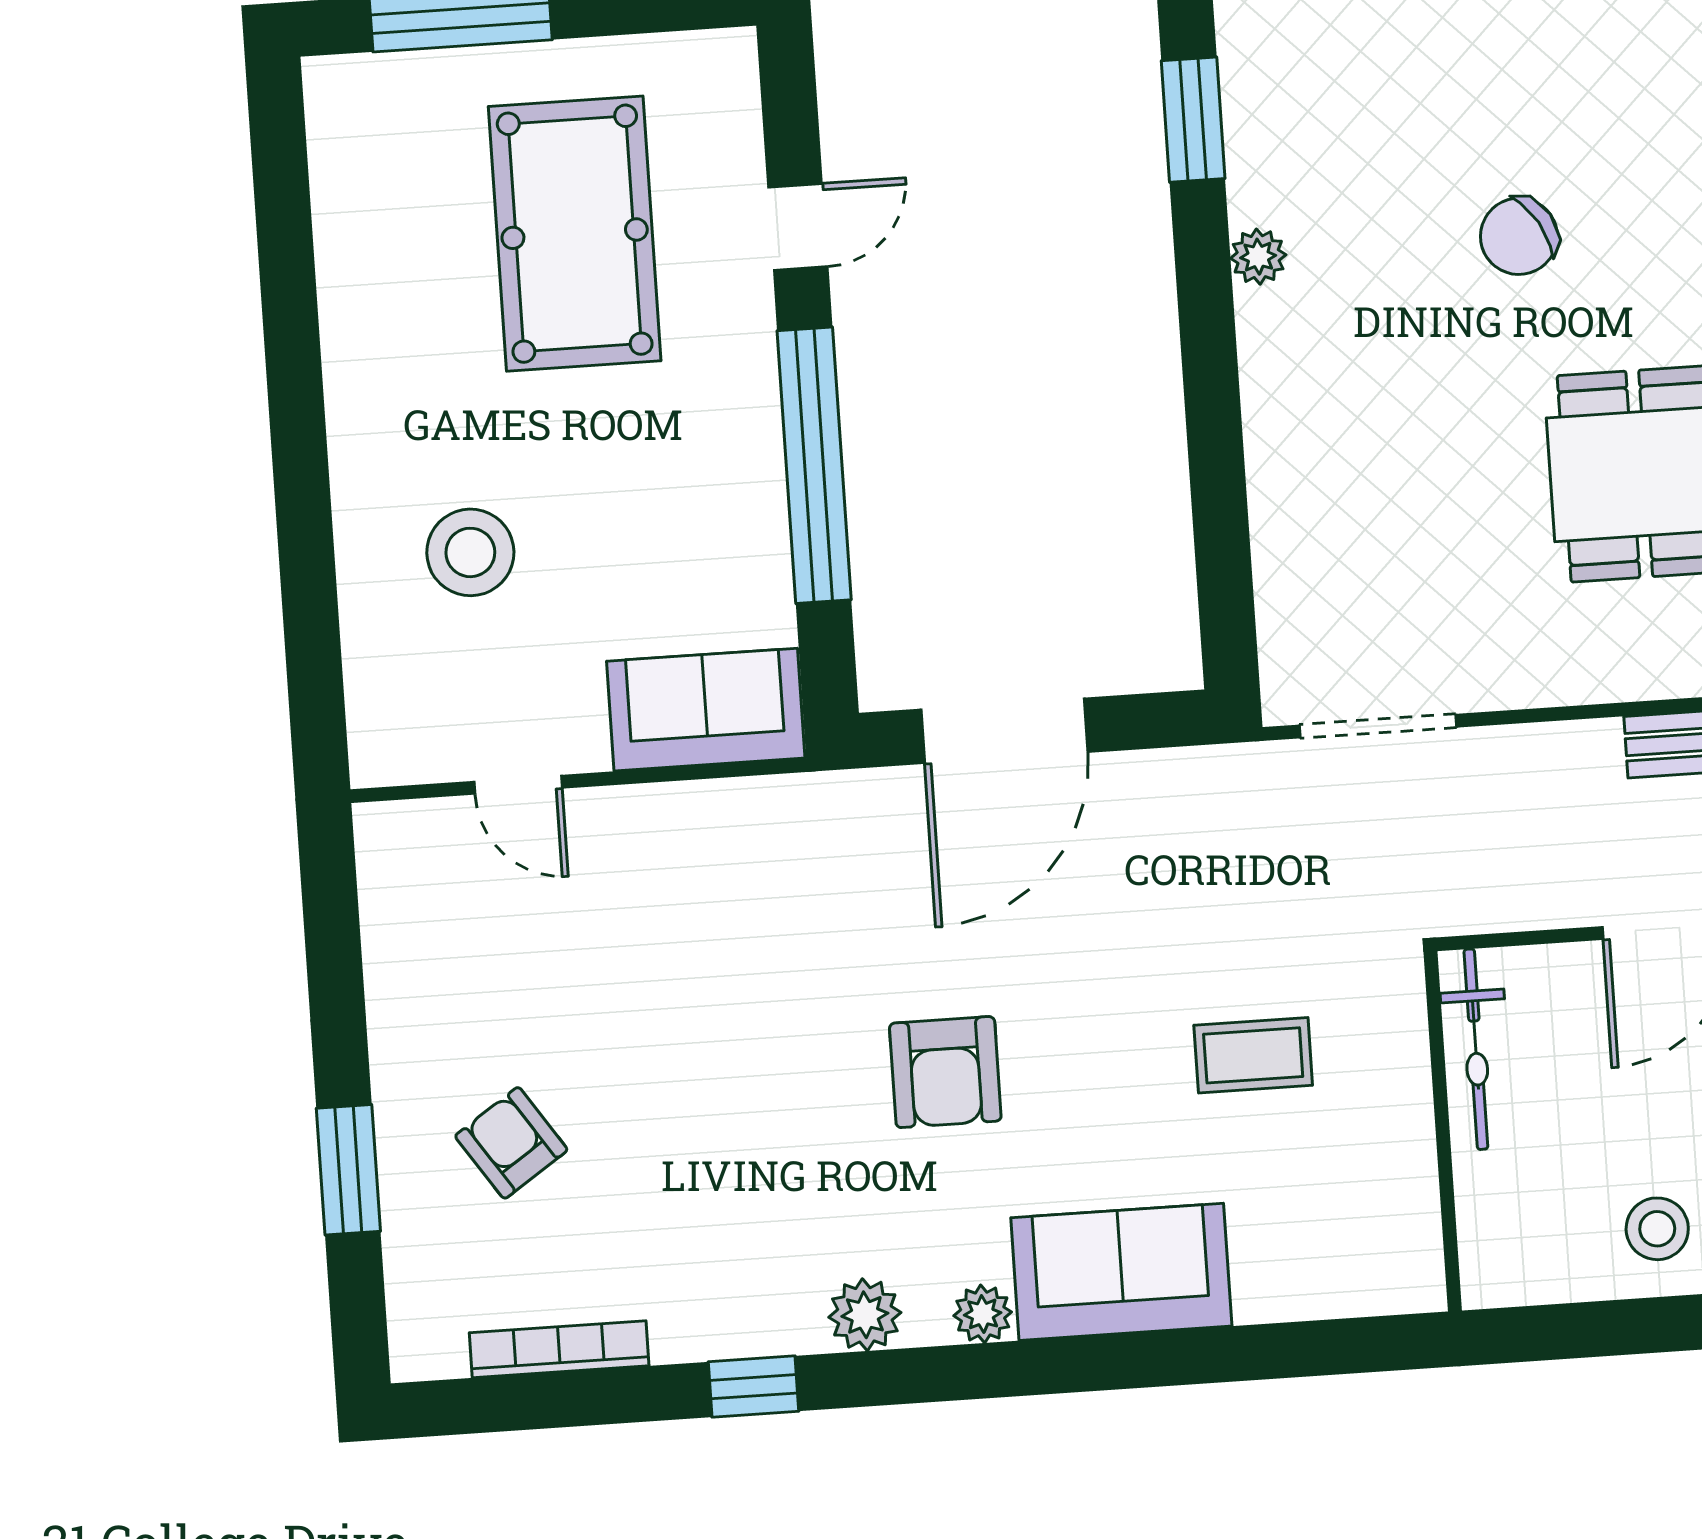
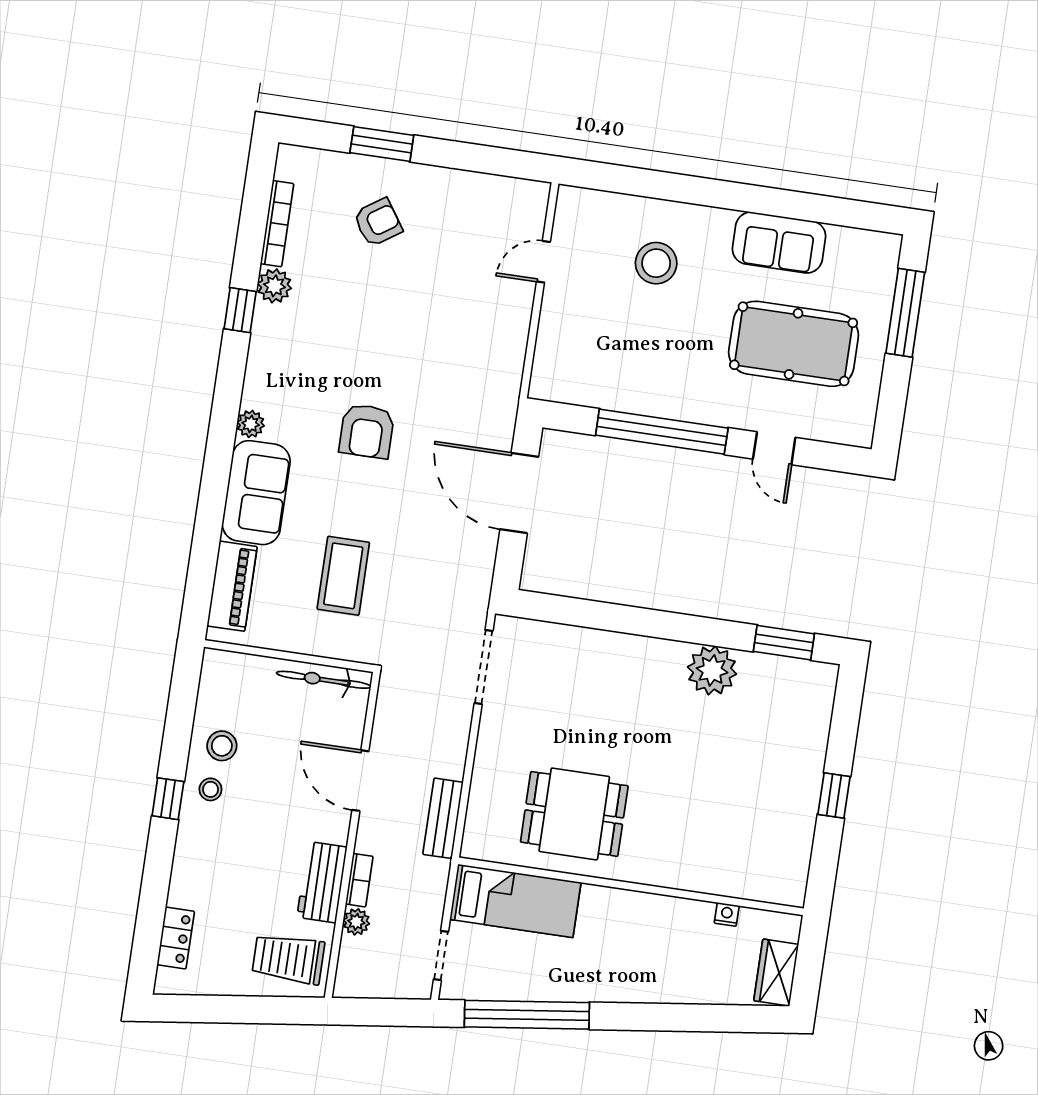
chair: (1519, 236) -> (697, 782), removed
plant: (1258, 257) -> (712, 670), width x1.87, depth x1.87
sofa: (706, 710) -> (779, 242), moved, turned 90
coffee table: (1253, 1055) -> (343, 576), width x1.36, depth x1.30
armchair: (945, 1072) -> (367, 431), turned -90
piano: (1325, 1279) -> (232, 586), added
plant: (865, 1315) -> (274, 286), moved

